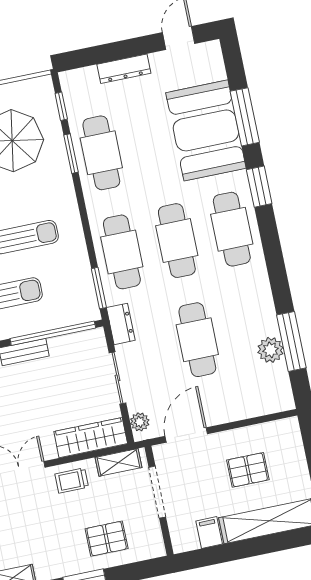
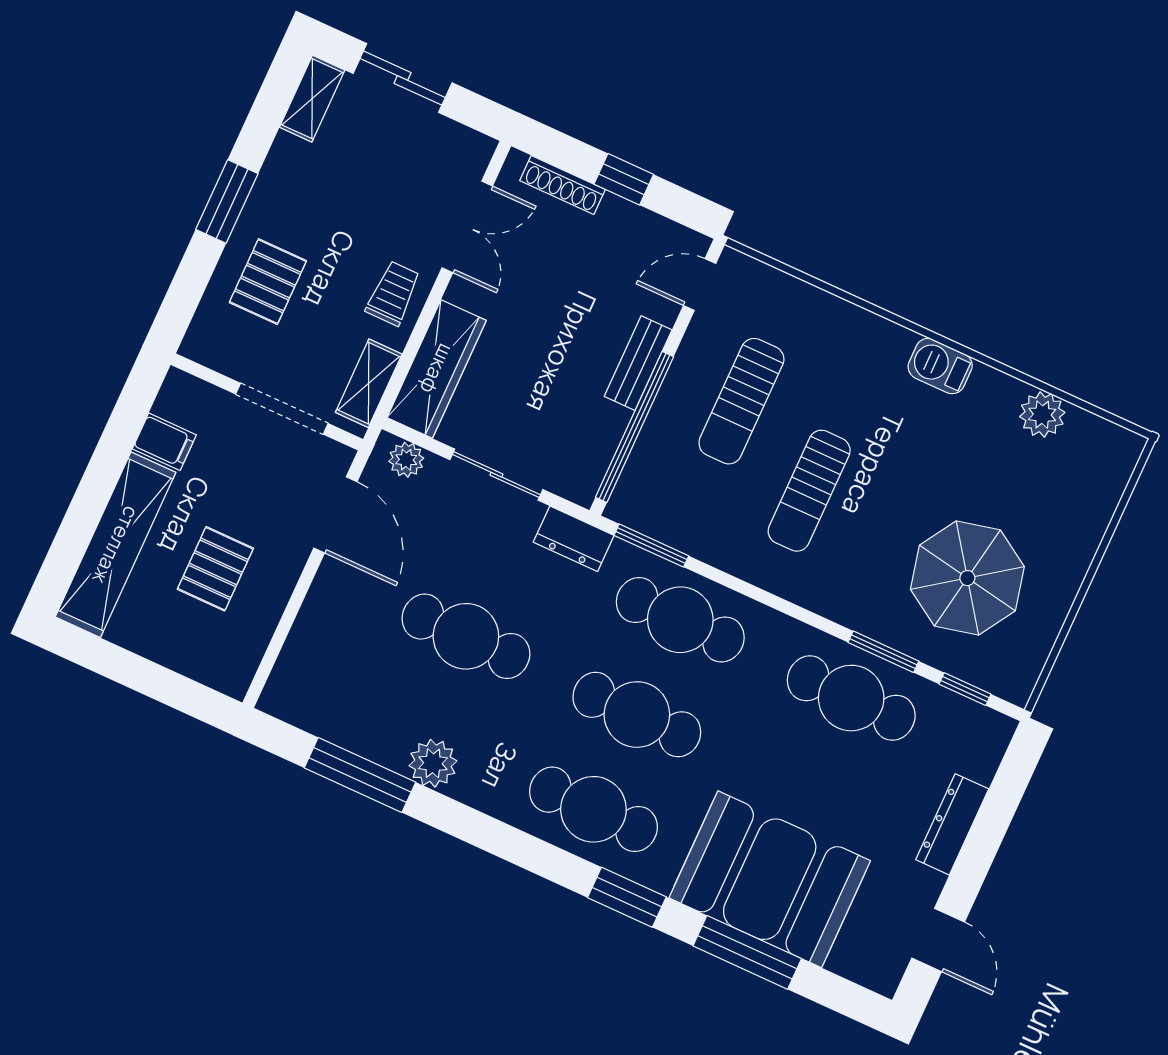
plant: (270, 350) -> (433, 763), moved

